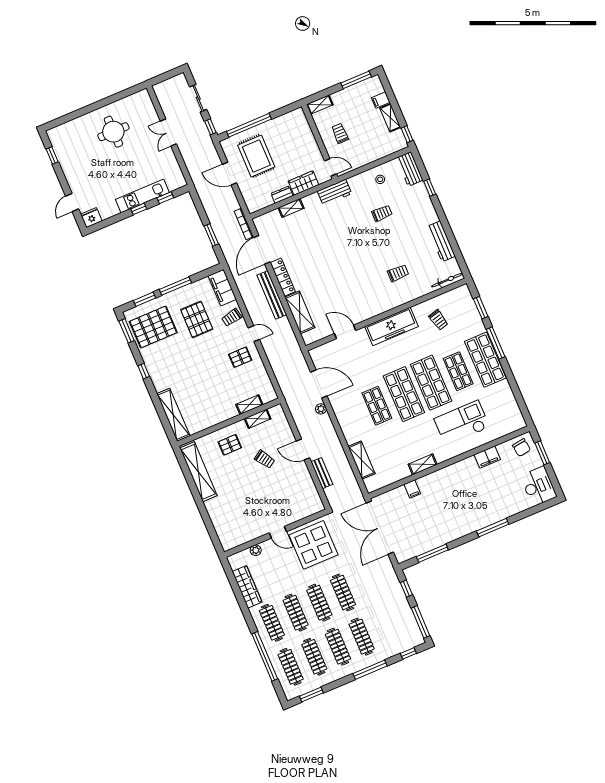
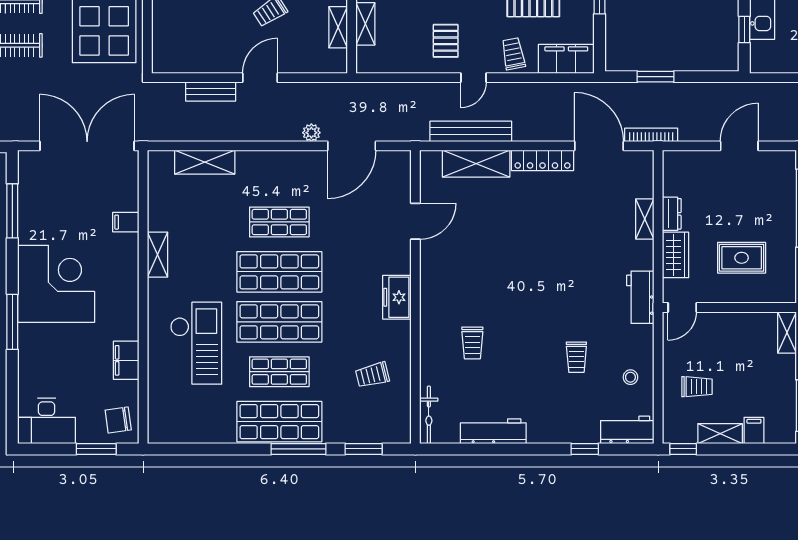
trolley: (340, 133) -> (697, 387), moved
rug: (256, 156) -> (742, 258), moved, width x0.73, depth x0.70
bench: (272, 295) -> (471, 131), moved
freezer: (391, 327) -> (397, 297), width x0.52, depth x0.79
corner desk: (462, 513) -> (56, 284), added

